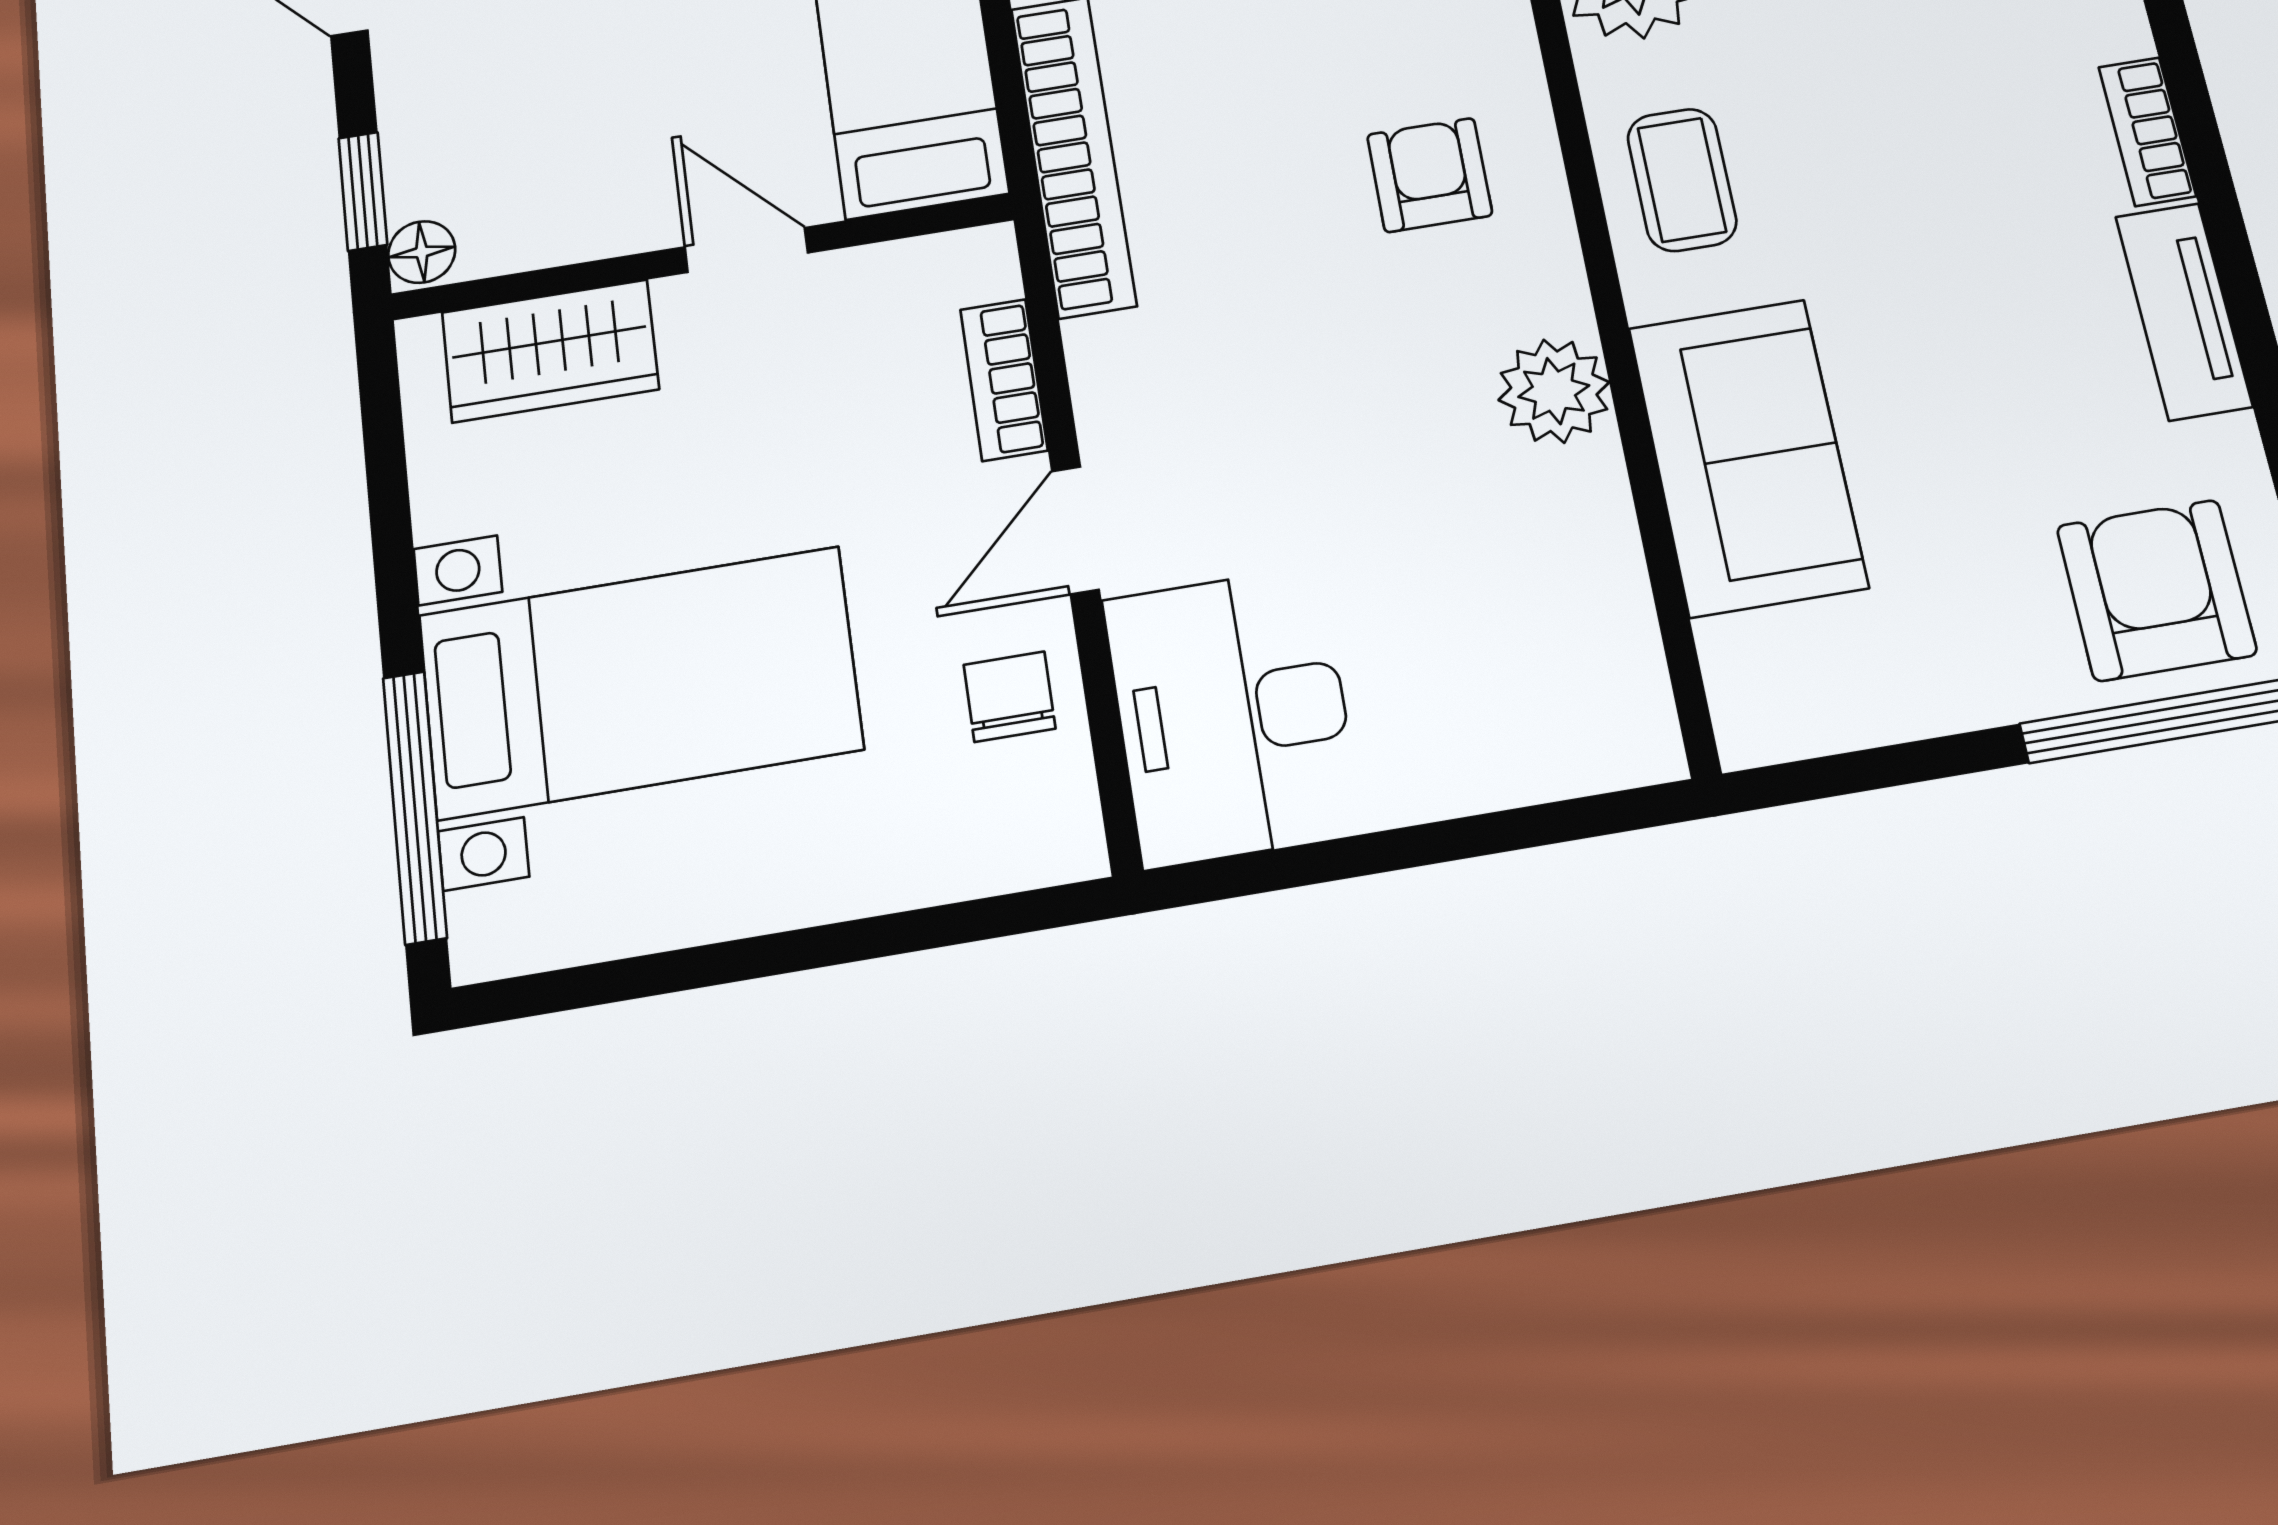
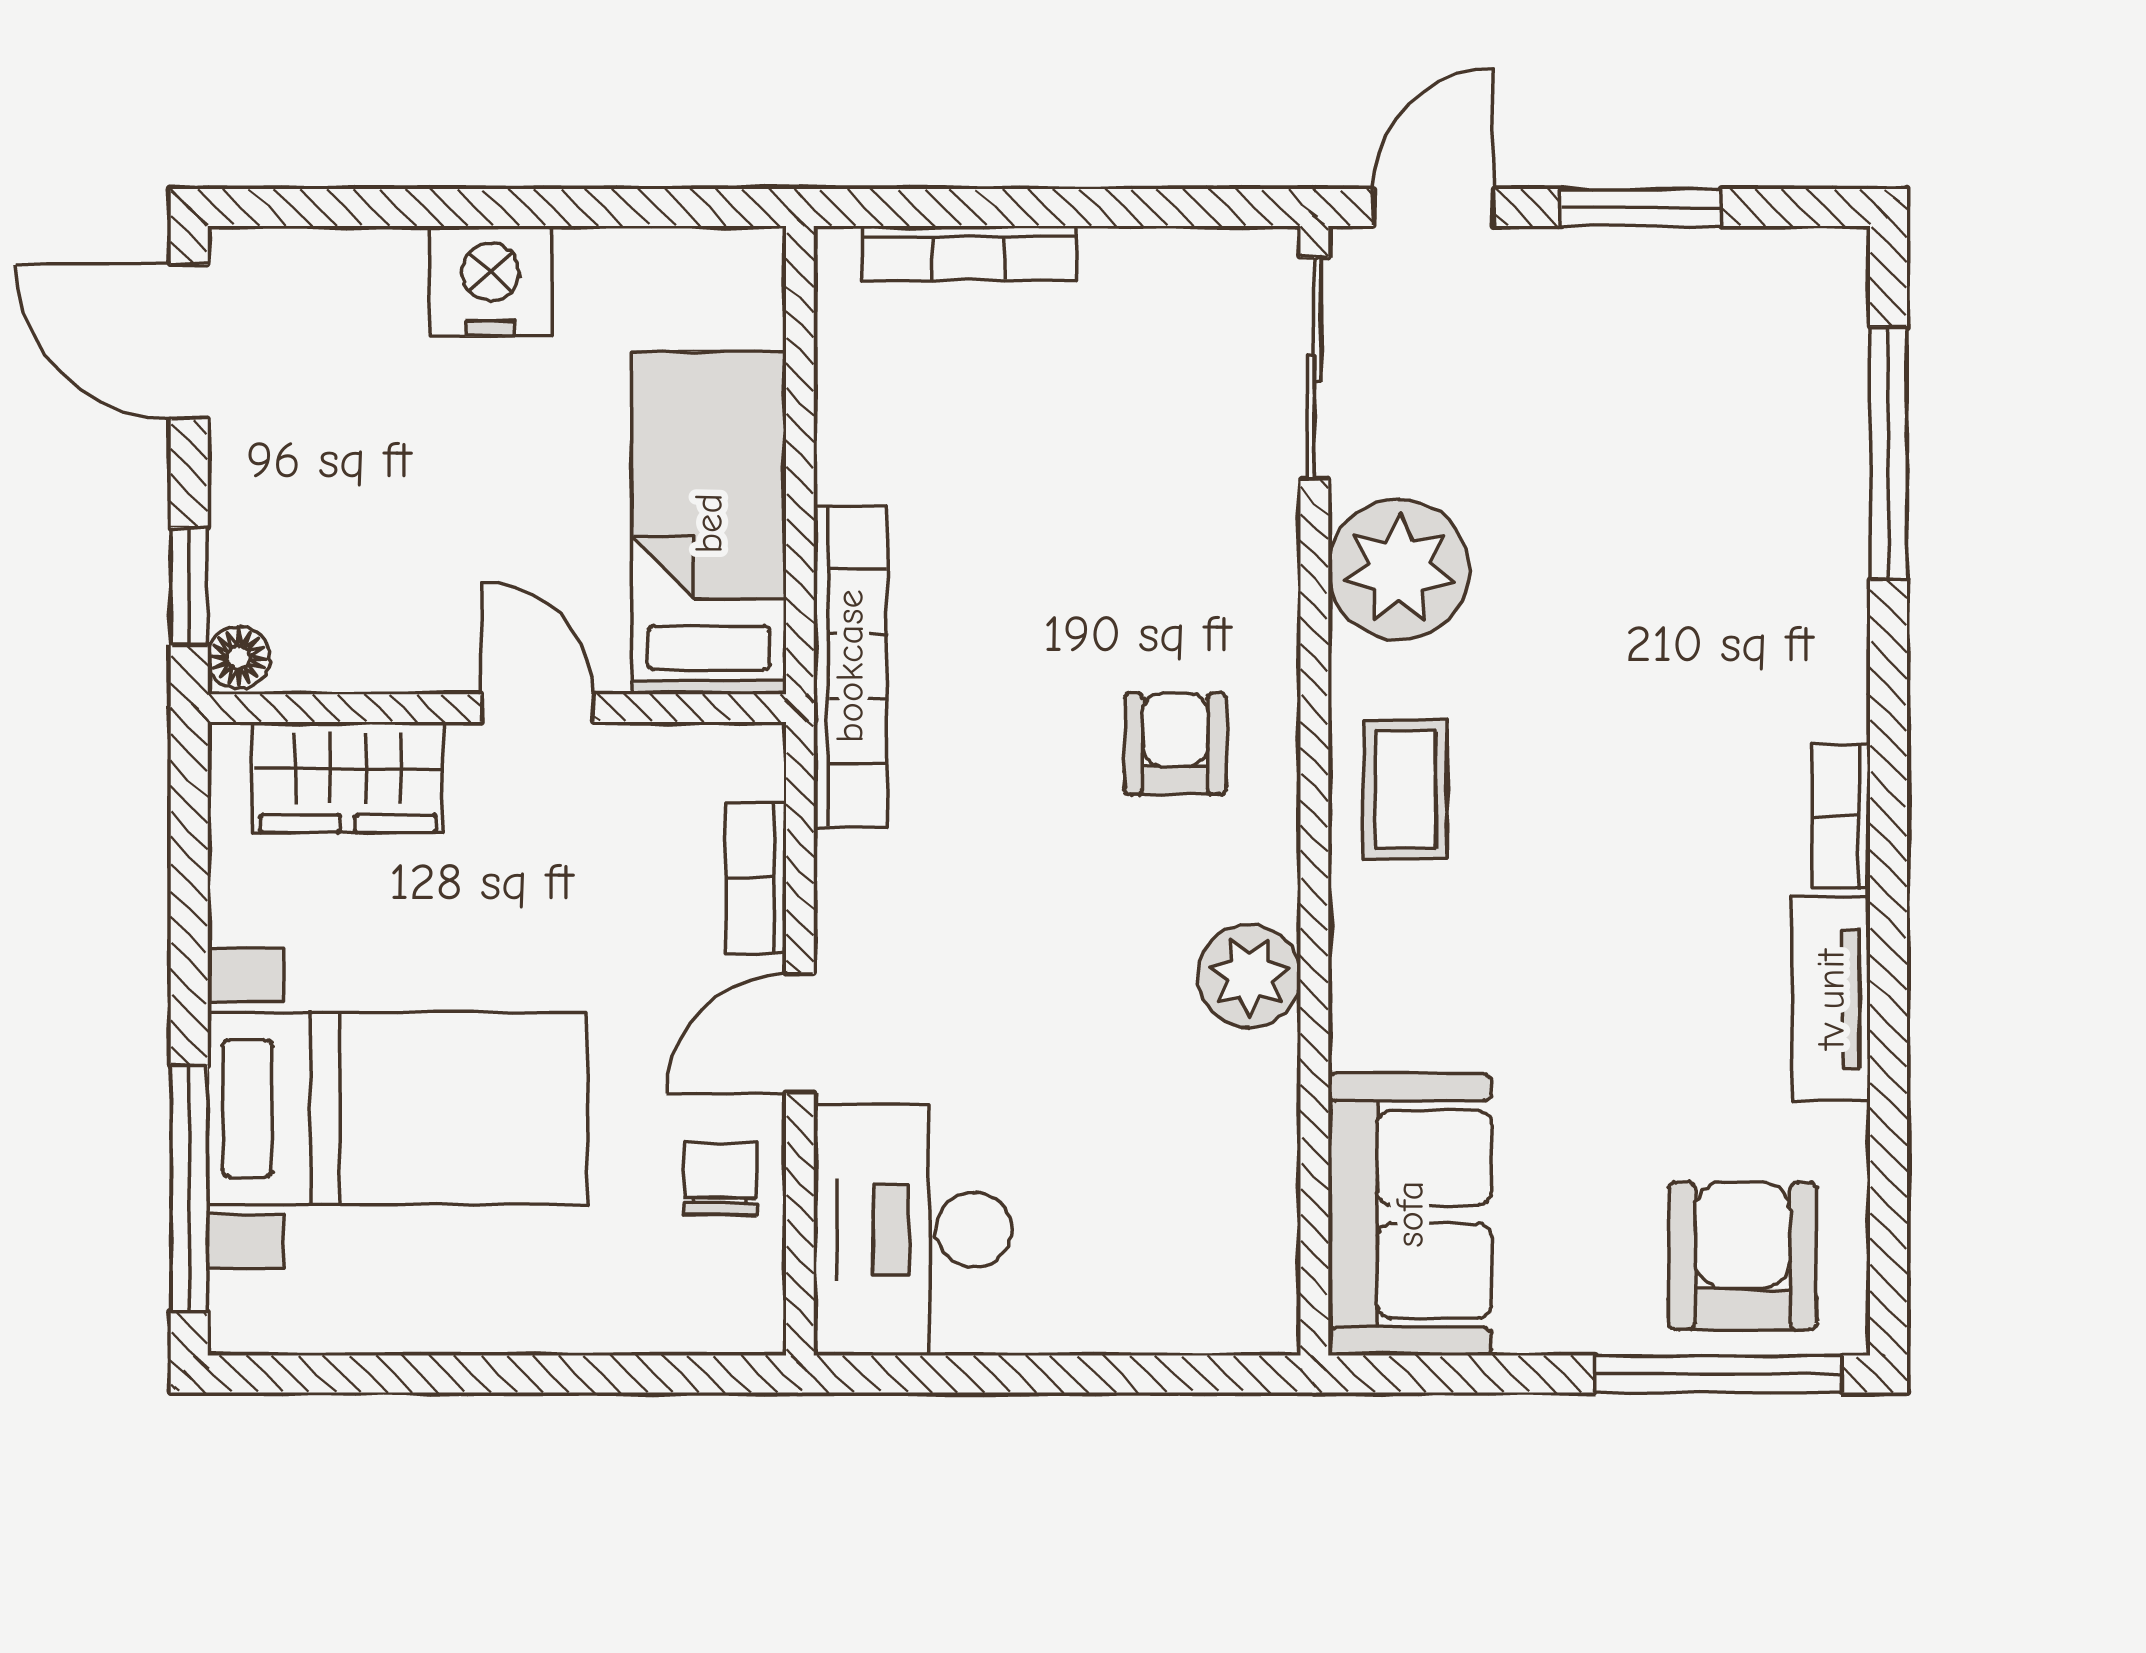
sofa: (1747, 457) -> (1410, 1214), moved

